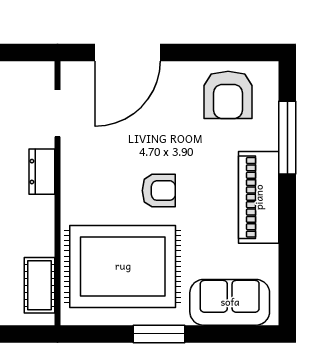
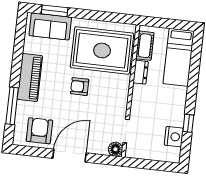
door: (128, 52) -> (69, 156), moved
floor lamp: (74, 75) -> (115, 149), added
dresser: (42, 172) -> (141, 72), moved
window: (159, 334) -> (55, 11), moved

